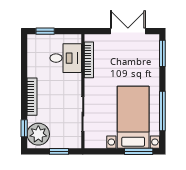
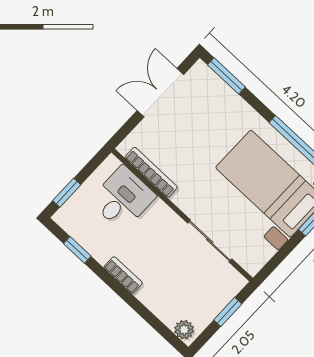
bookcase: (32, 97) -> (123, 275), width x0.64
window: (24, 128) -> (77, 250), moved
plant: (38, 134) -> (184, 330), width x0.53, depth x0.53

